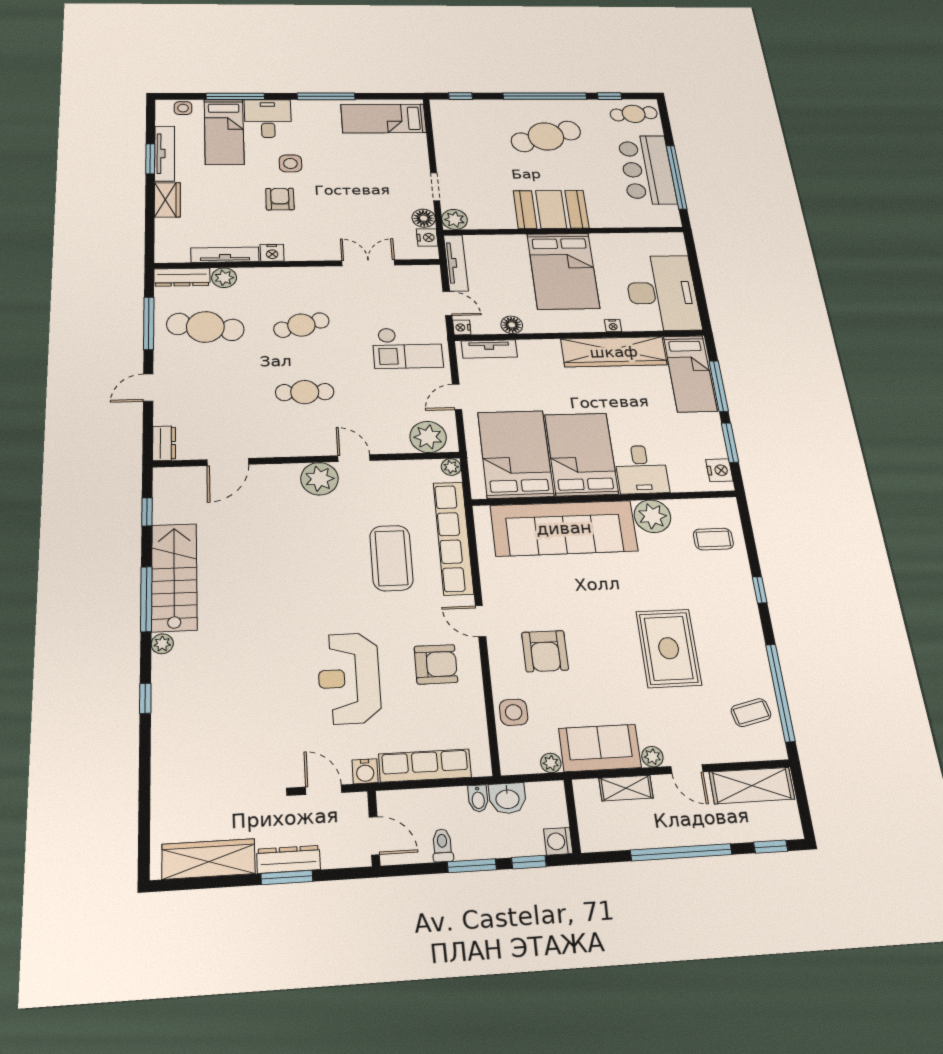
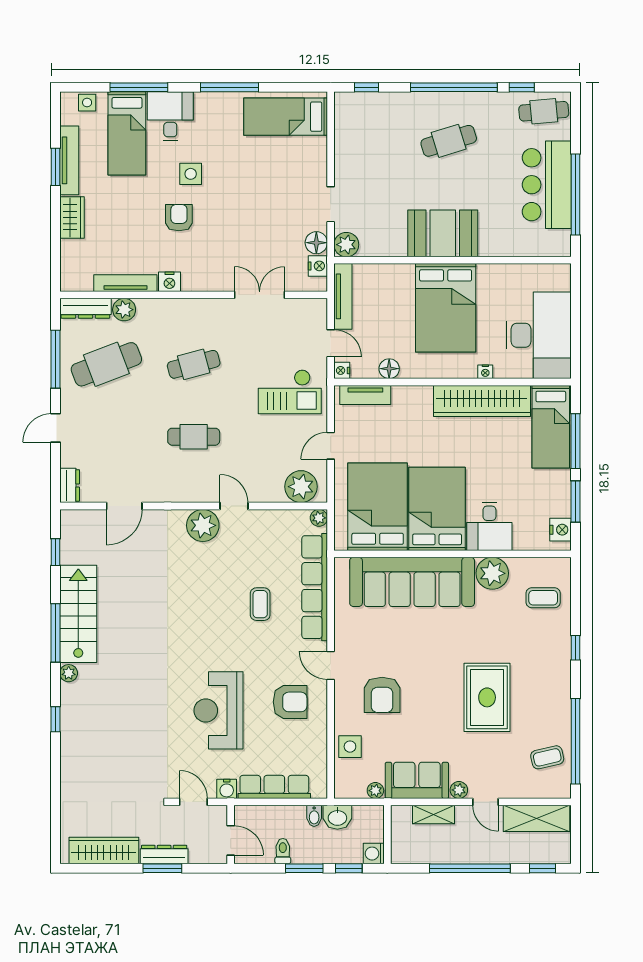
cafe table: (546, 136) -> (449, 141), width x0.73, depth x0.74
cafe table: (205, 327) -> (106, 364), turned -30
coffee table: (391, 558) -> (260, 604), width x0.54, depth x0.58

